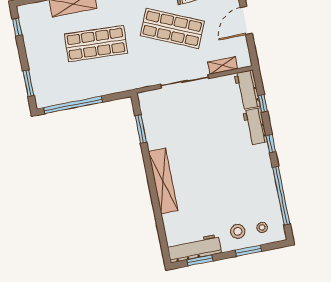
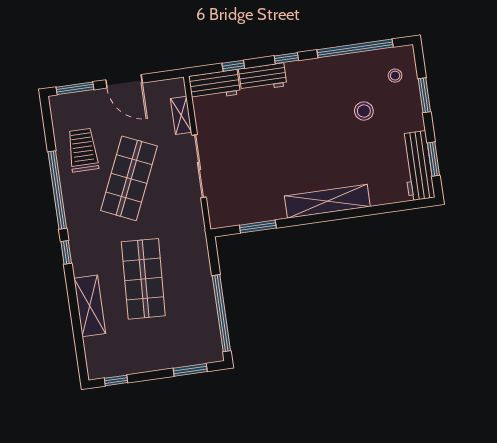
stool: (238, 231) -> (364, 111), moved

